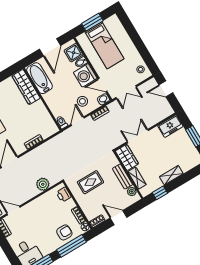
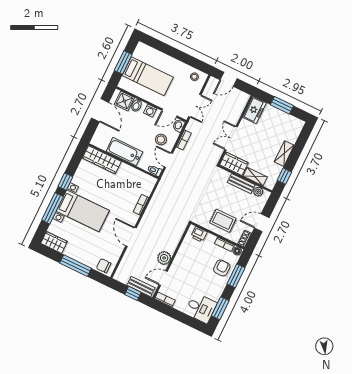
washing machine: (85, 75) -> (150, 111), width x0.53, depth x0.53
bathtub: (39, 78) -> (124, 152), moved
rug: (90, 182) -> (223, 221), moved, turned 90
plant: (43, 184) -> (164, 258), moved
window: (71, 246) -> (236, 276), width x0.69

